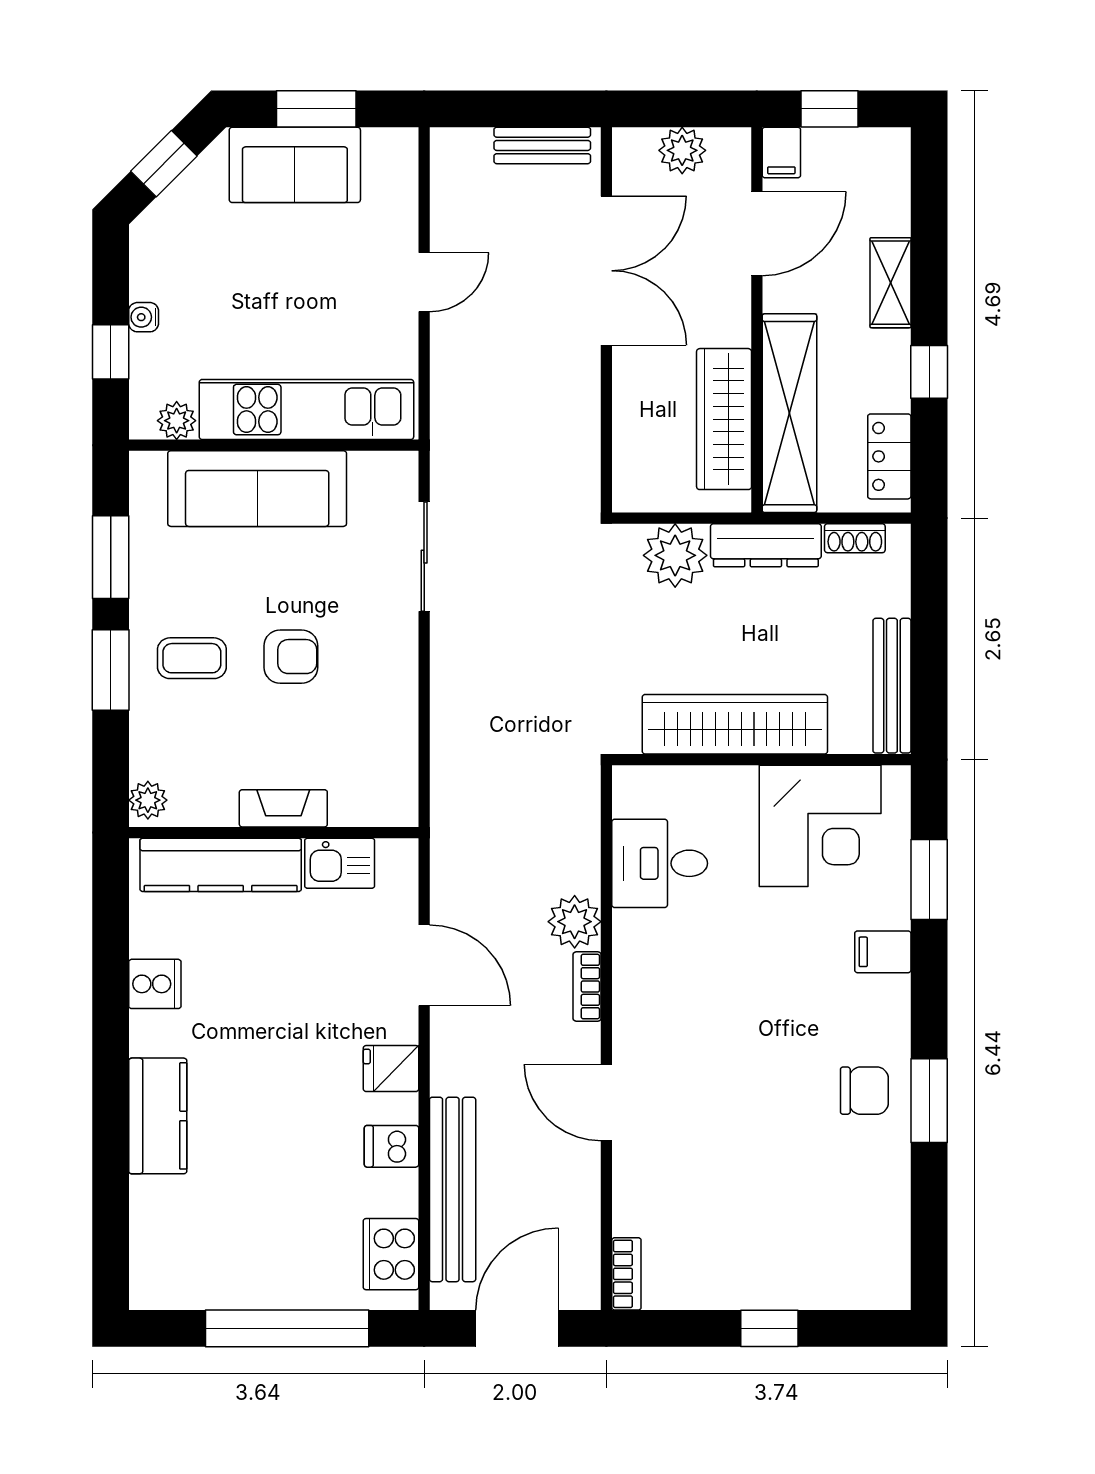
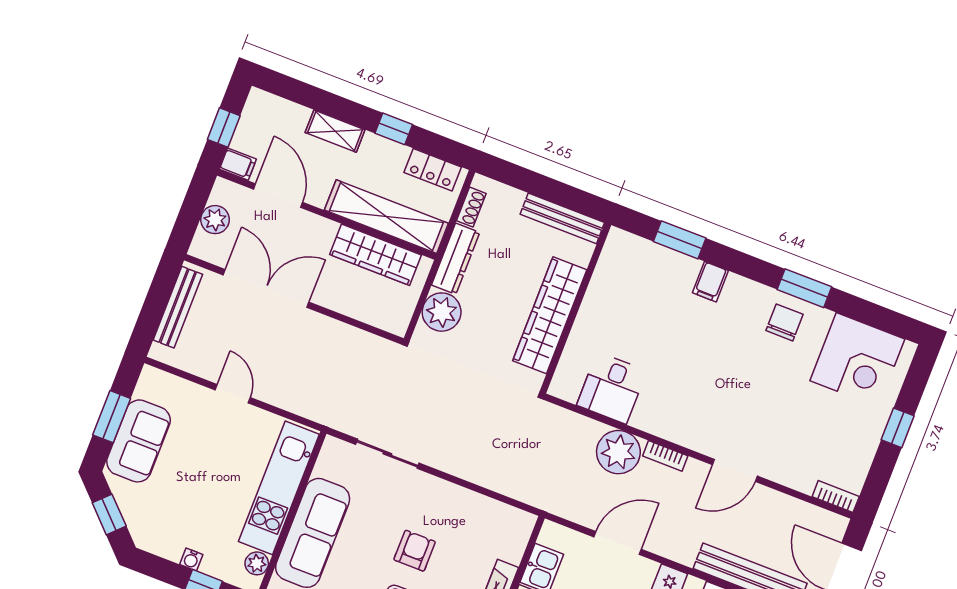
bench: (542, 145) -> (178, 307), width x1.36
corner desk: (820, 826) -> (857, 360), moved, turned 90
plant: (575, 922) -> (618, 452), width x1.36, depth x1.36

